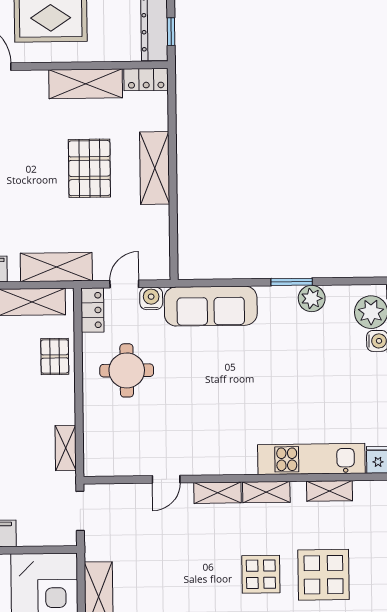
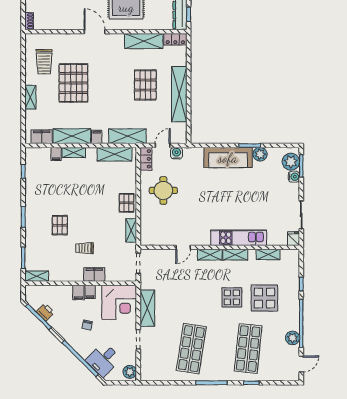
shelving: (155, 168) -> (179, 94), width x1.47
sofa: (211, 306) -> (228, 158), moved
pallet: (55, 356) -> (127, 203), moved
kitchen unit: (311, 459) -> (239, 238), moved

